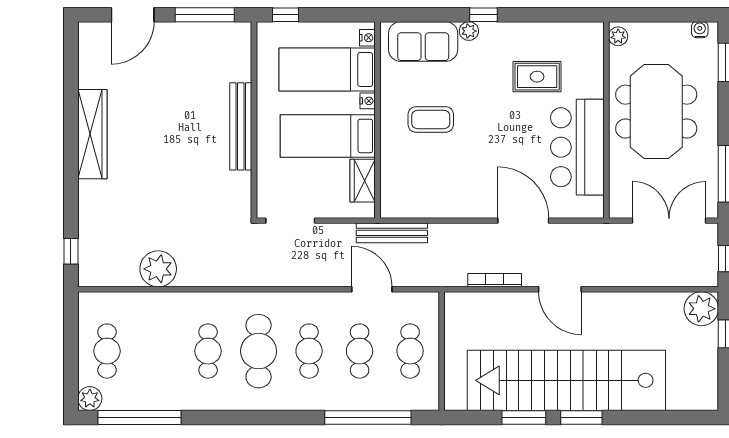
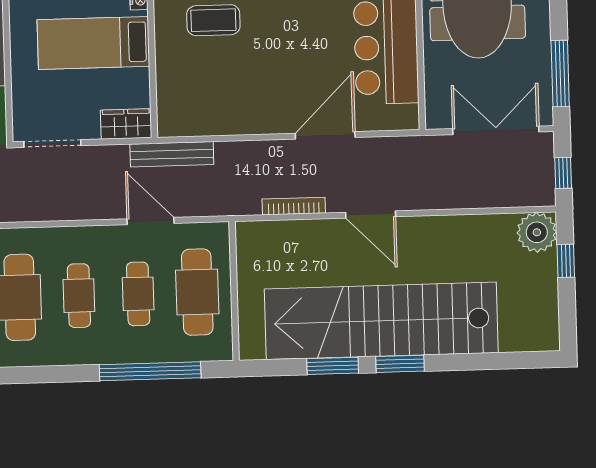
wardrobe: (363, 181) -> (126, 124), moved, turned 90
door: (523, 221) -> (325, 135), hinge flipped
cafe table: (410, 351) -> (197, 292), width x1.37, depth x1.35

